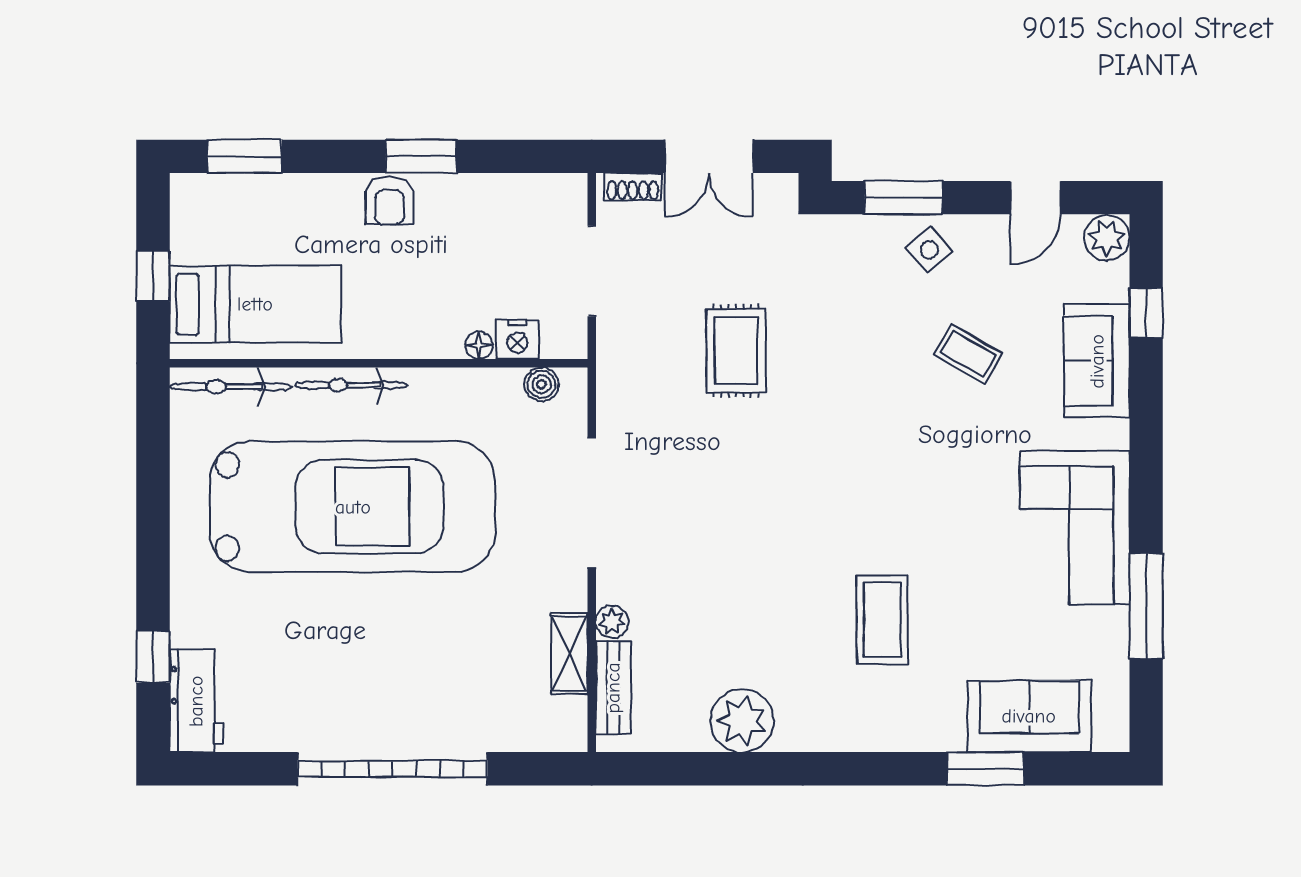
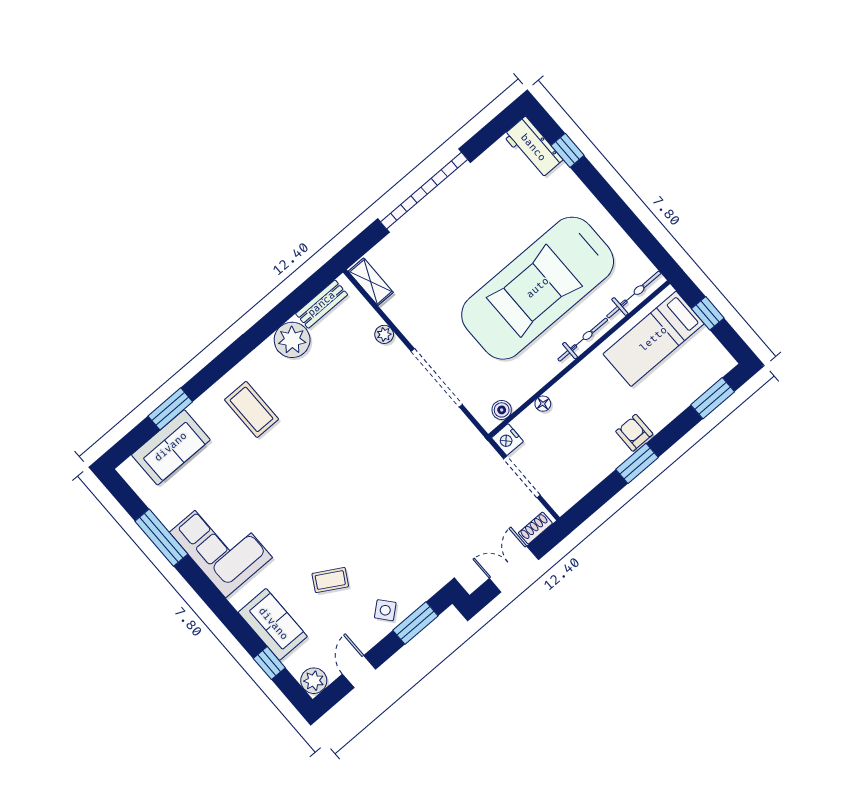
nightstand: (517, 340) -> (507, 440), moved, turned -90
rug: (736, 351) -> (431, 496), removed
coffee table: (882, 620) -> (251, 409), moved
shelving: (569, 654) -> (371, 282), moved
bench: (613, 688) -> (322, 304), moved, turned 90

